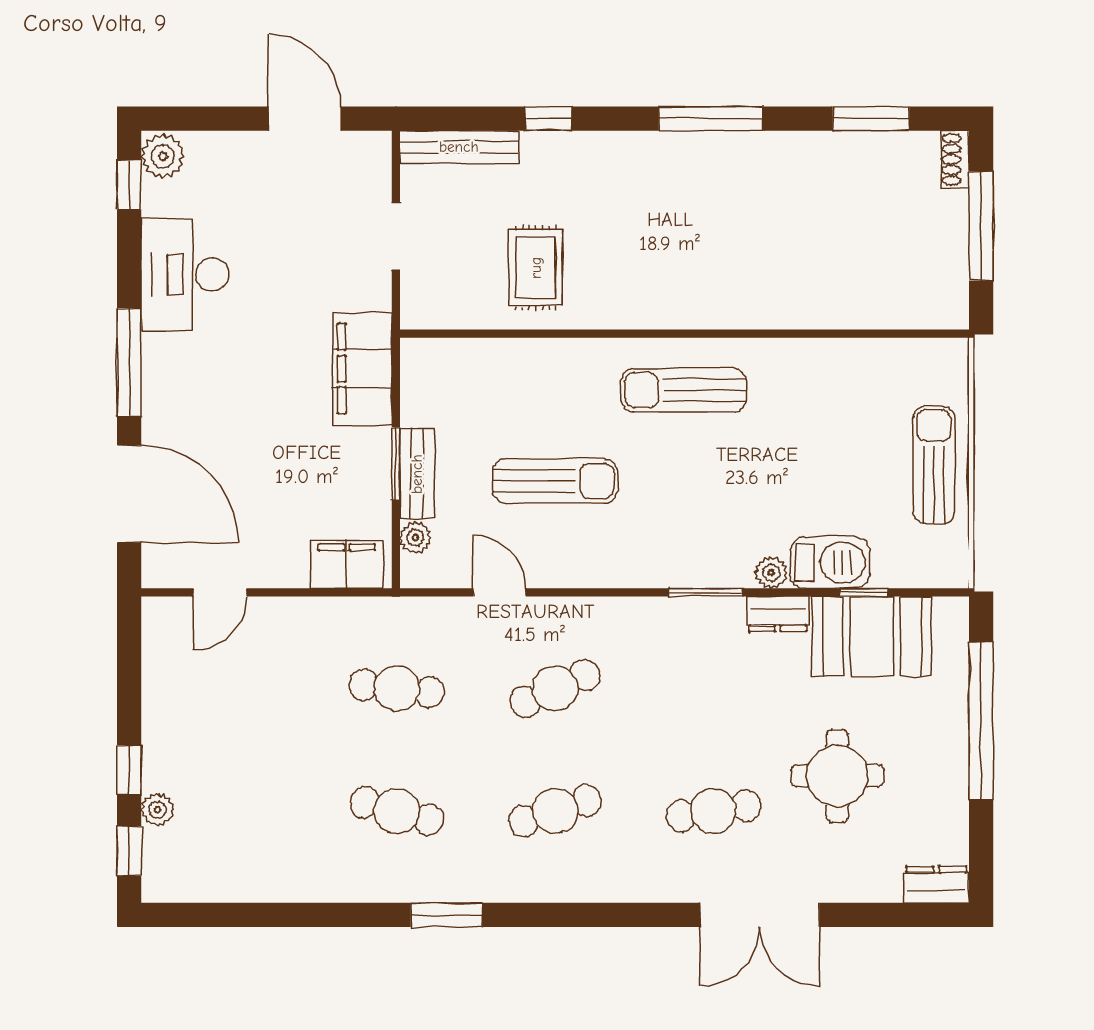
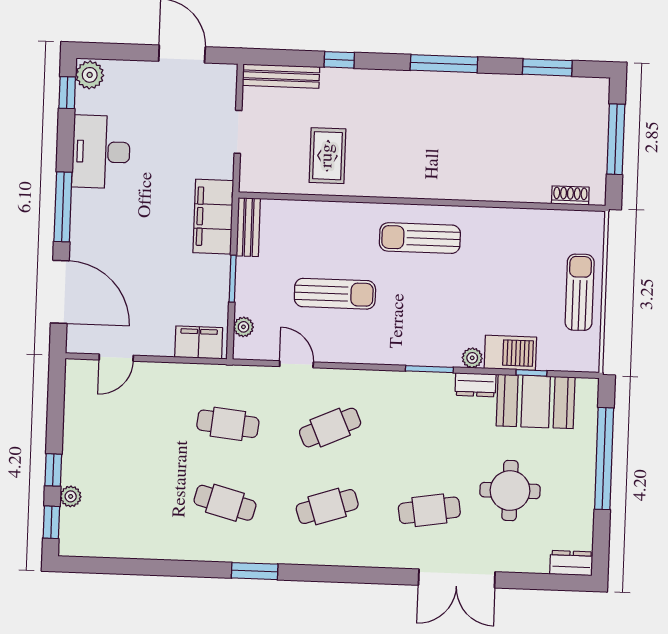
shoe rack: (955, 159) -> (570, 196), moved, turned 90
bench: (417, 474) -> (248, 227), moved

